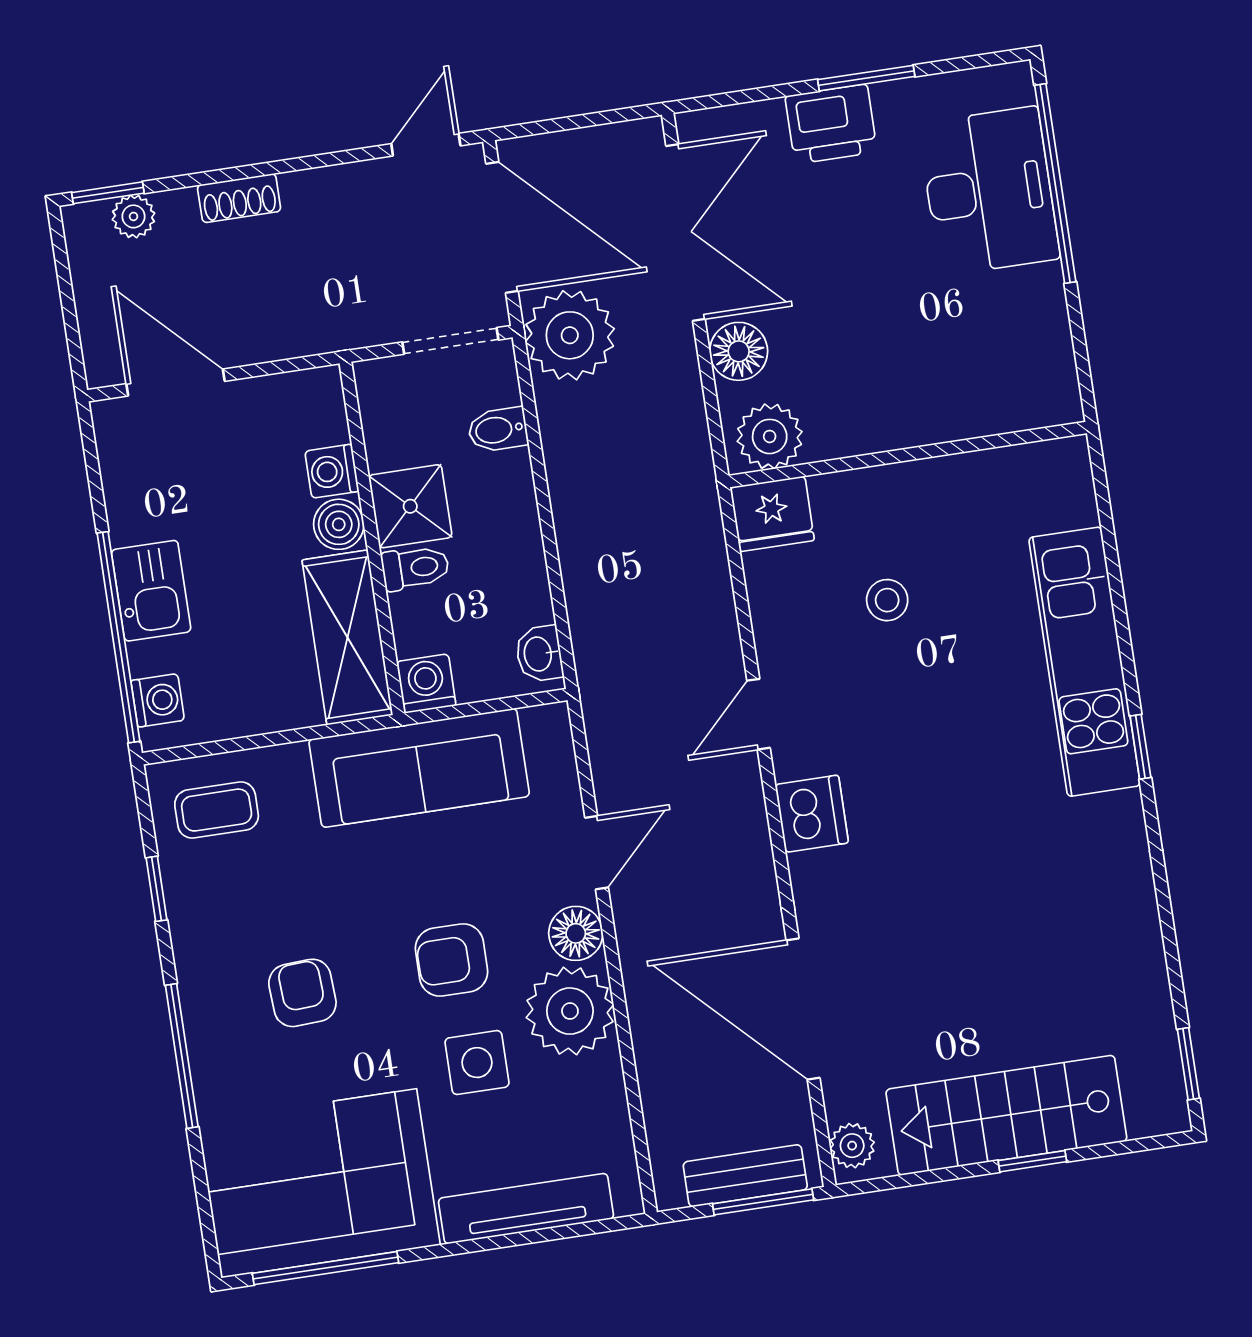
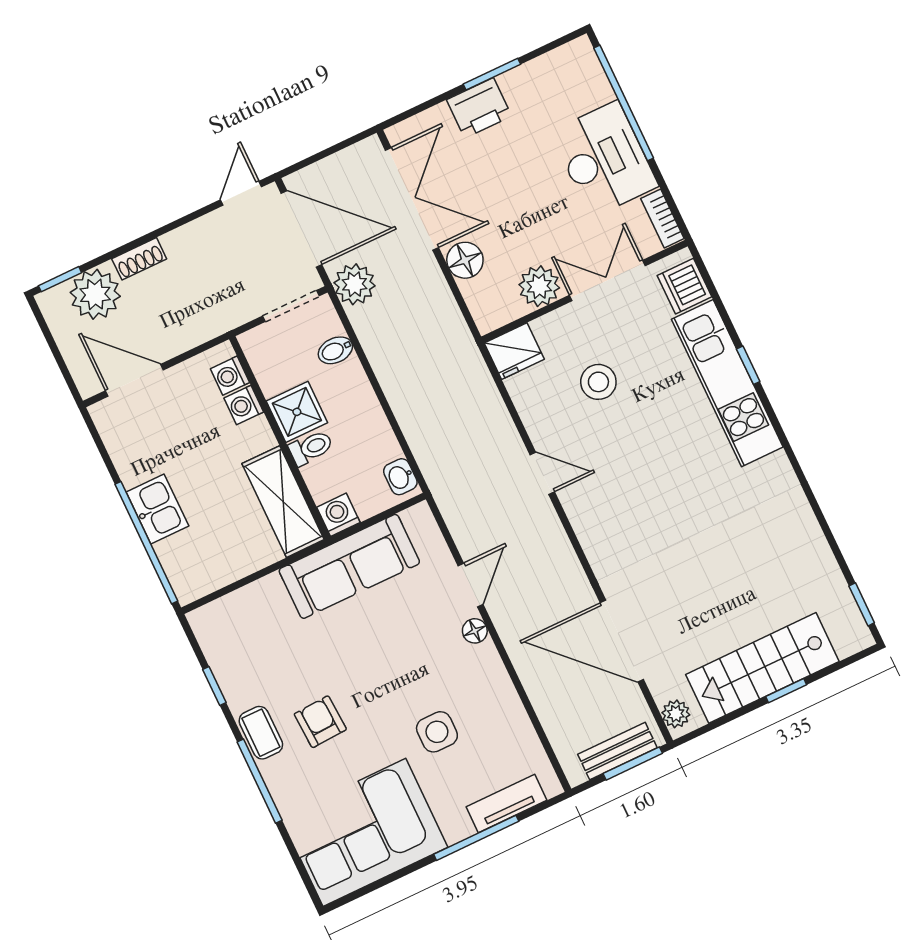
desk: (989, 191) -> (604, 159), moved
plant: (134, 216) -> (95, 294), width x1.88, depth x1.88
plant: (570, 335) -> (354, 284), width x0.73, depth x0.73
bookcase: (1061, 379) -> (662, 218), added
plant: (770, 436) -> (539, 286), moved
double door: (948, 448) -> (607, 280), added
boiler: (339, 524) -> (257, 436), removed
stool: (887, 600) -> (598, 382), width x1.37, depth x1.37
washing machine: (158, 700) -> (230, 376), moved, turned 180
door: (758, 714) -> (542, 473), swing flipped
window: (1140, 747) -> (748, 365), moved
coffee table: (217, 810) -> (261, 733), moved, turned 90
dishwasher: (812, 814) -> (685, 286), moved, turned 180
floor lamp: (576, 933) -> (475, 631), width x0.73, depth x0.73
armchair: (452, 960) -> (403, 675), removed
plant: (570, 1011) -> (483, 684), removed
tv unit: (526, 1209) -> (506, 804), width x0.71
window: (326, 1268) -> (476, 838), moved

